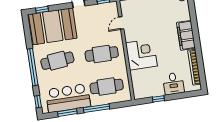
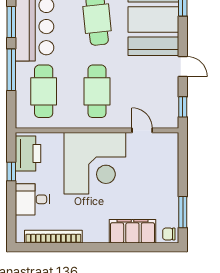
filing cabinet: (186, 35) -> (132, 231), moved
corner desk: (141, 54) -> (95, 163), width x1.36, depth x1.36
printer: (146, 90) -> (28, 153), added

